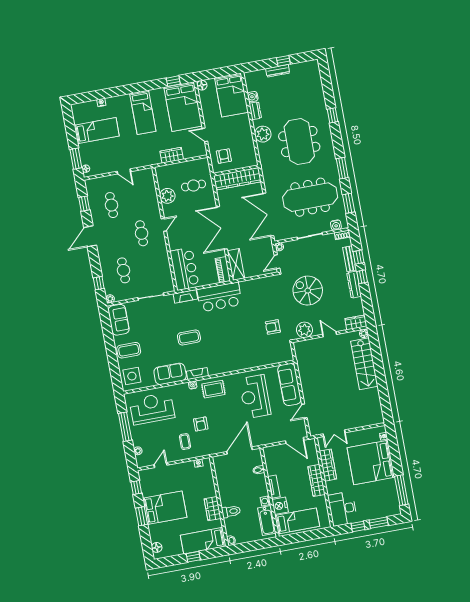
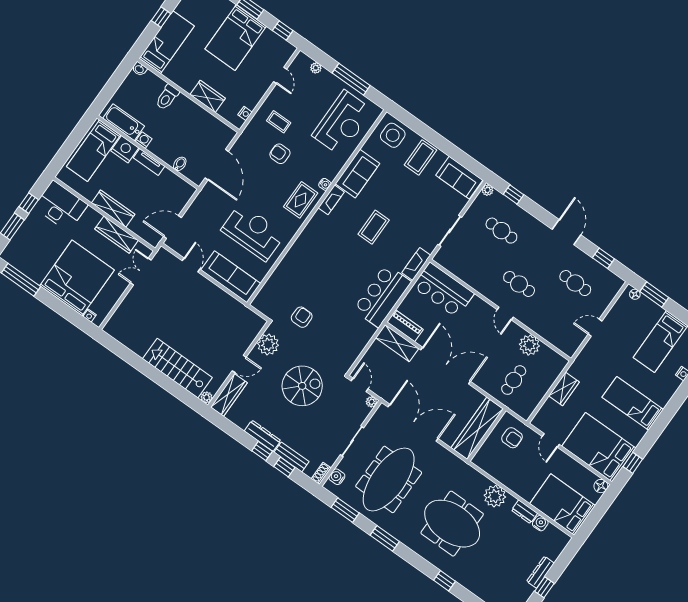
door: (205, 135) -> (551, 440), swing flipped
wardrobe: (356, 322) -> (229, 395), width x1.50
wardrobe: (213, 509) -> (208, 96), moved

